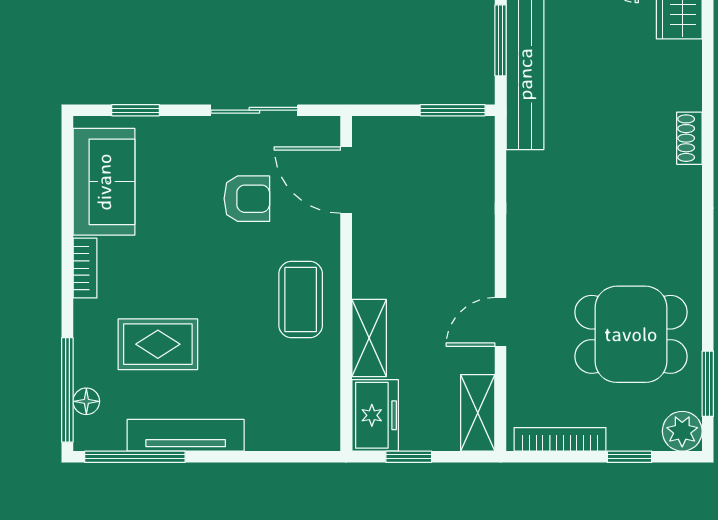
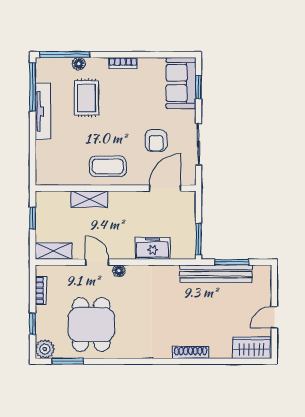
shoe rack: (689, 138) -> (190, 352), width x1.43
sofa: (104, 182) -> (181, 83), moved, turned 90
floor lamp: (519, 276) -> (119, 271), added
floor lamp: (86, 401) -> (79, 64), moved
freezer: (375, 415) -> (153, 248), moved, turned 180
bookcase: (560, 439) -> (41, 290), width x0.64

